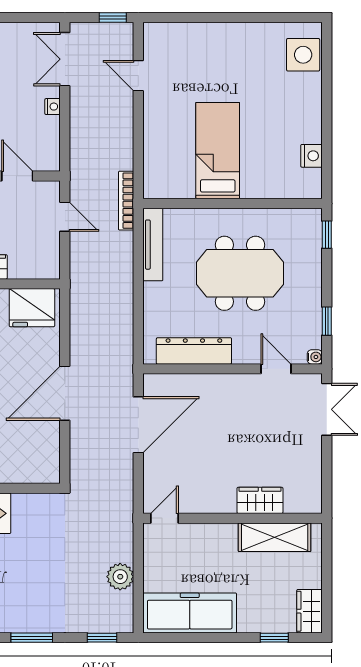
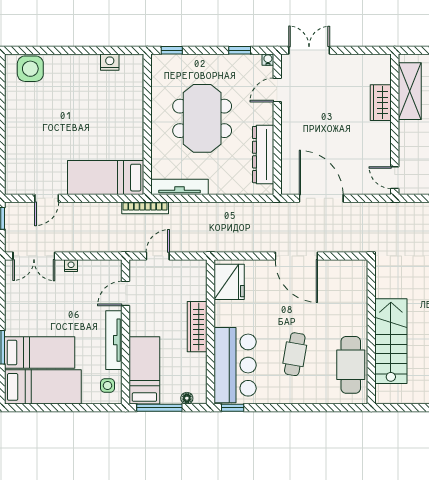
bed: (218, 151) -> (106, 178), moved

